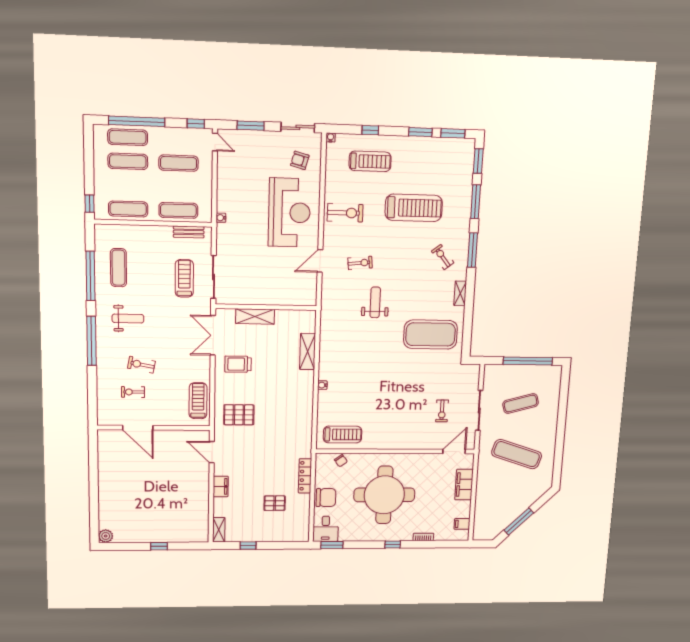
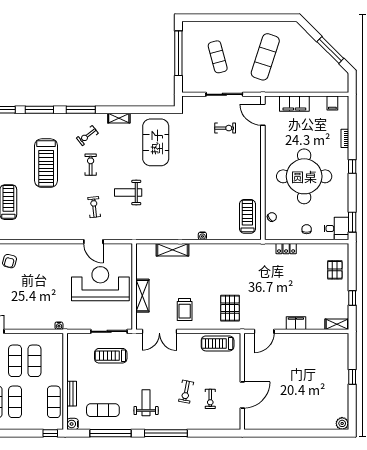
treadmill: (414, 208) -> (46, 163), turned 180
exercise mat: (178, 210) -> (34, 361), moved
reception desk: (289, 213) -> (100, 284), moved
exercise bike: (345, 213) -> (91, 165), moved, width x0.73, depth x0.72
water cooler: (101, 231) -> (72, 424), added
bench: (189, 232) -> (72, 394), moved
locker: (305, 476) -> (286, 249), width x0.66
chair: (326, 498) -> (307, 229), width x0.54, depth x0.54
pallet: (275, 503) -> (335, 270), moved

